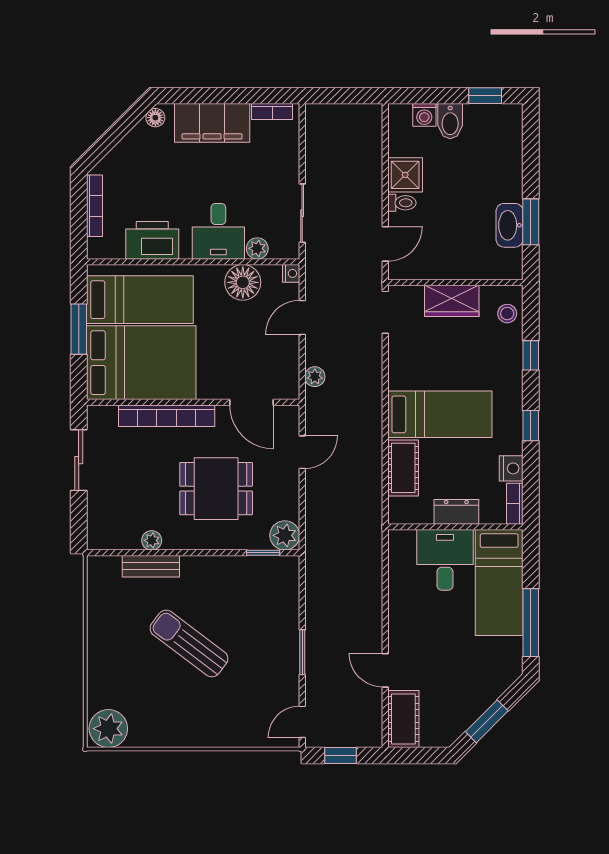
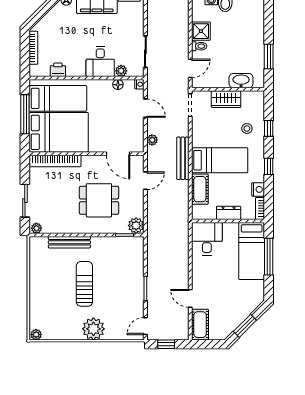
washbasin: (510, 225) -> (241, 81), moved, turned 90
printer: (152, 240) -> (58, 70), width x0.53, depth x0.68
floor lamp: (243, 282) -> (118, 85), width x0.53, depth x0.53
stool: (507, 314) -> (247, 128), moved
door: (302, 318) -> (145, 108), swing flipped
window: (79, 329) -> (25, 114), width x1.44
bench: (372, 411) -> (183, 158), added
bookcase: (167, 416) -> (55, 161), moved
sliding door: (79, 460) -> (25, 201), moved
plant: (152, 540) -> (36, 228), moved
desk: (445, 560) -> (207, 239), moved
bench: (151, 566) -> (69, 242), width x1.36
window: (531, 623) -> (269, 257), moved
sun lounger: (189, 644) -> (84, 284), turned 53
plant: (206, 727) -> (93, 329), added
plant: (108, 729) -> (36, 335), width x0.53, depth x0.53

